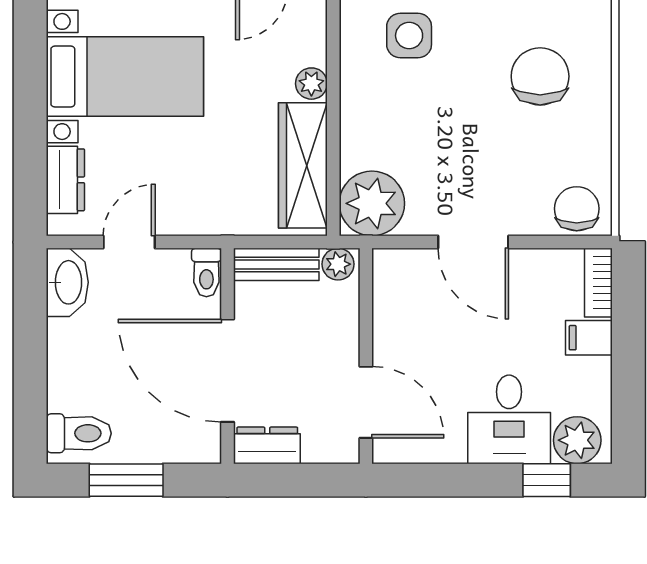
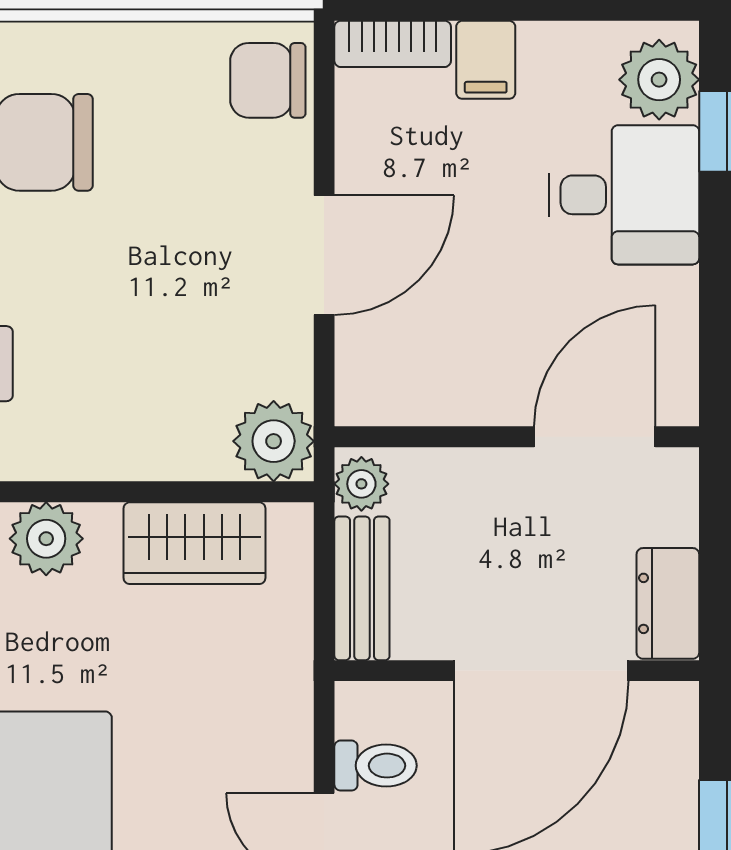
plant: (311, 84) -> (46, 539), width x1.38, depth x1.38
wardrobe: (303, 165) -> (194, 543), width x0.67
plant: (372, 203) -> (274, 441), width x0.73, depth x0.73
toilet: (206, 272) -> (376, 766), moved

